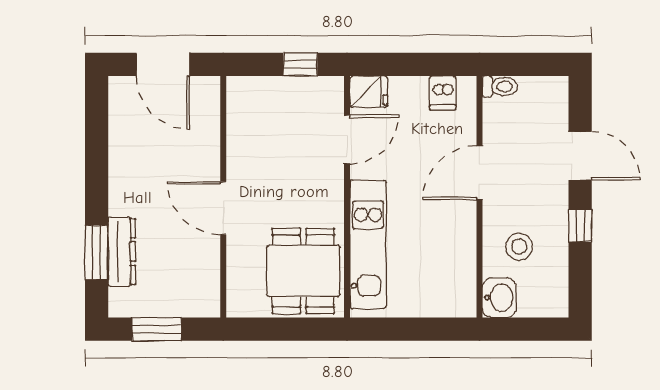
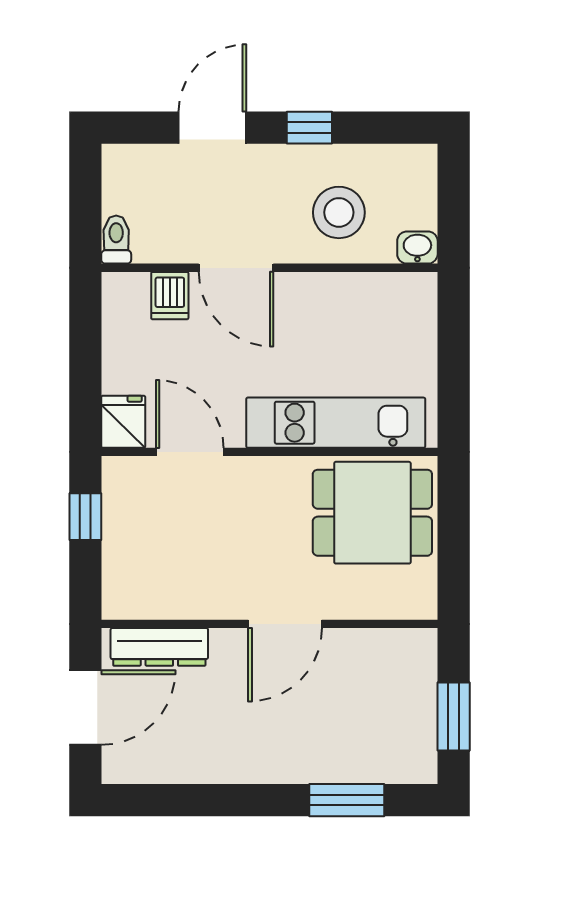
dishwasher: (443, 93) -> (170, 296), moved, turned 90
stool: (519, 247) -> (339, 212), width x1.38, depth x1.38
dresser: (122, 252) -> (159, 647), moved, turned 180
washbasin: (499, 298) -> (417, 248), width x0.72, depth x0.69

